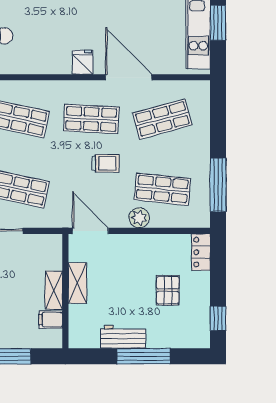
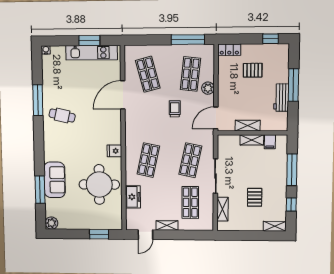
fridge: (83, 62) -> (114, 151), moved
shop shelf: (91, 119) -> (148, 117), removed

